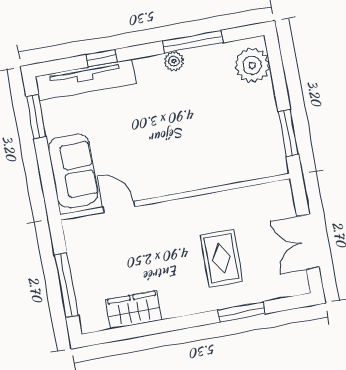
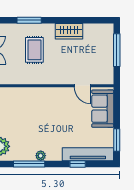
wardrobe: (134, 310) -> (69, 31), moved

